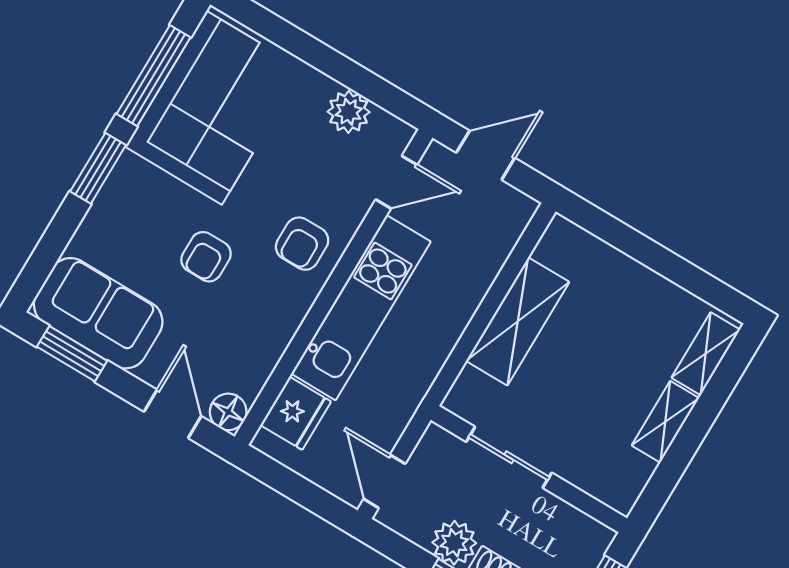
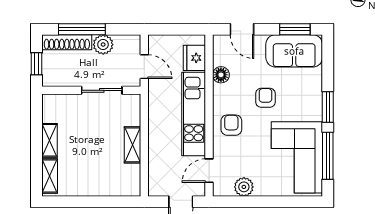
shelving: (518, 321) -> (133, 145), width x0.67, depth x0.75
floor lamp: (228, 412) -> (221, 75), moved
door: (384, 481) -> (144, 67), moved

